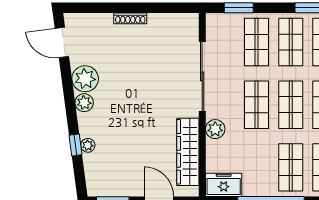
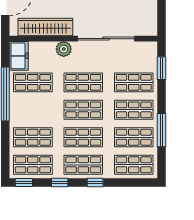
shop shelf: (291, 167) -> (33, 82), moved

